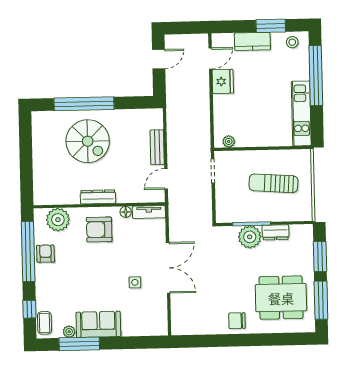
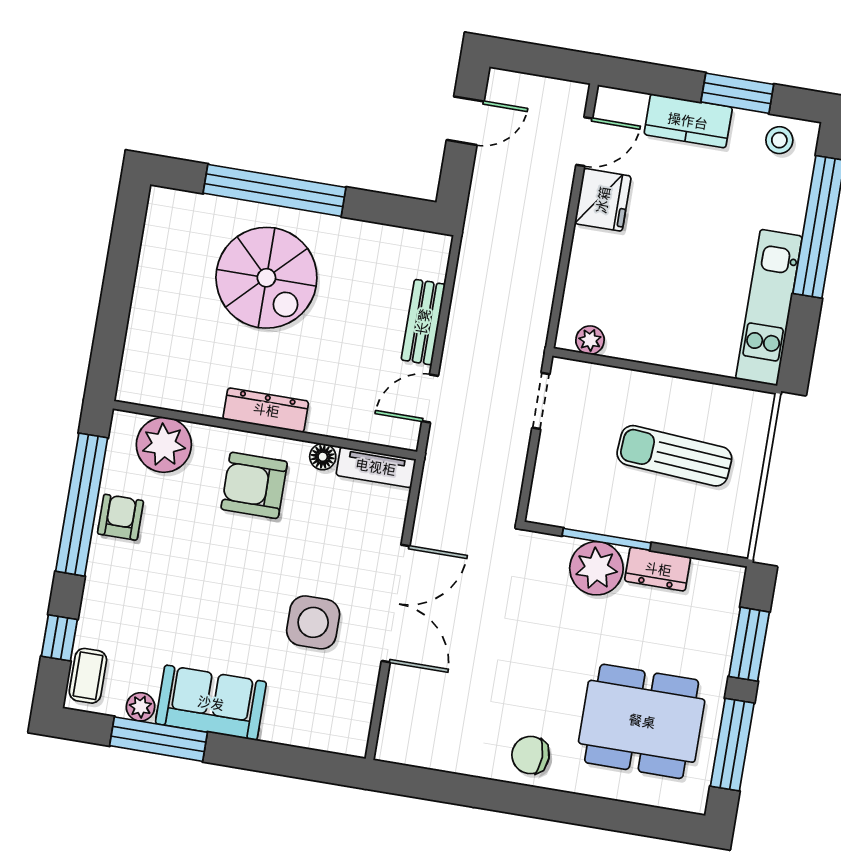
side table: (135, 282) -> (313, 622), width x1.87, depth x1.87

